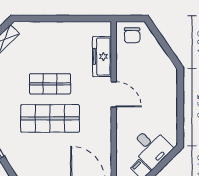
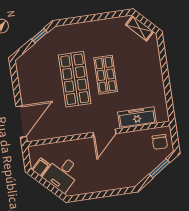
chair: (132, 35) -> (160, 142), turned -90
window: (161, 40) -> (159, 168), added

